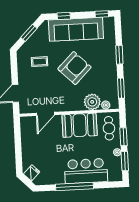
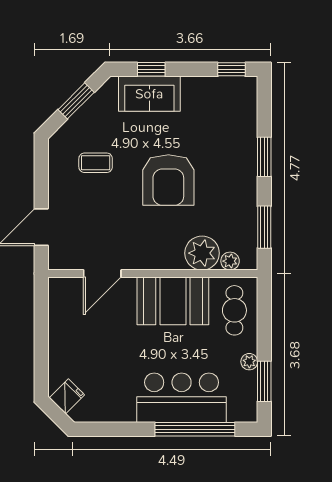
sofa: (76, 29) -> (149, 94), width x0.54, depth x0.79
armchair: (75, 68) -> (168, 180), turned 135
window: (124, 137) -> (264, 330), removed
window: (74, 186) -> (195, 429), moved

